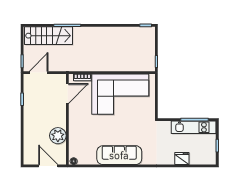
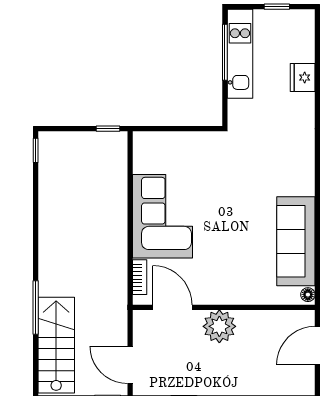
corner sofa: (120, 94) -> (163, 216), width x0.73, depth x0.74
plant: (58, 136) -> (219, 326), moved
sofa: (119, 155) -> (296, 241), moved

